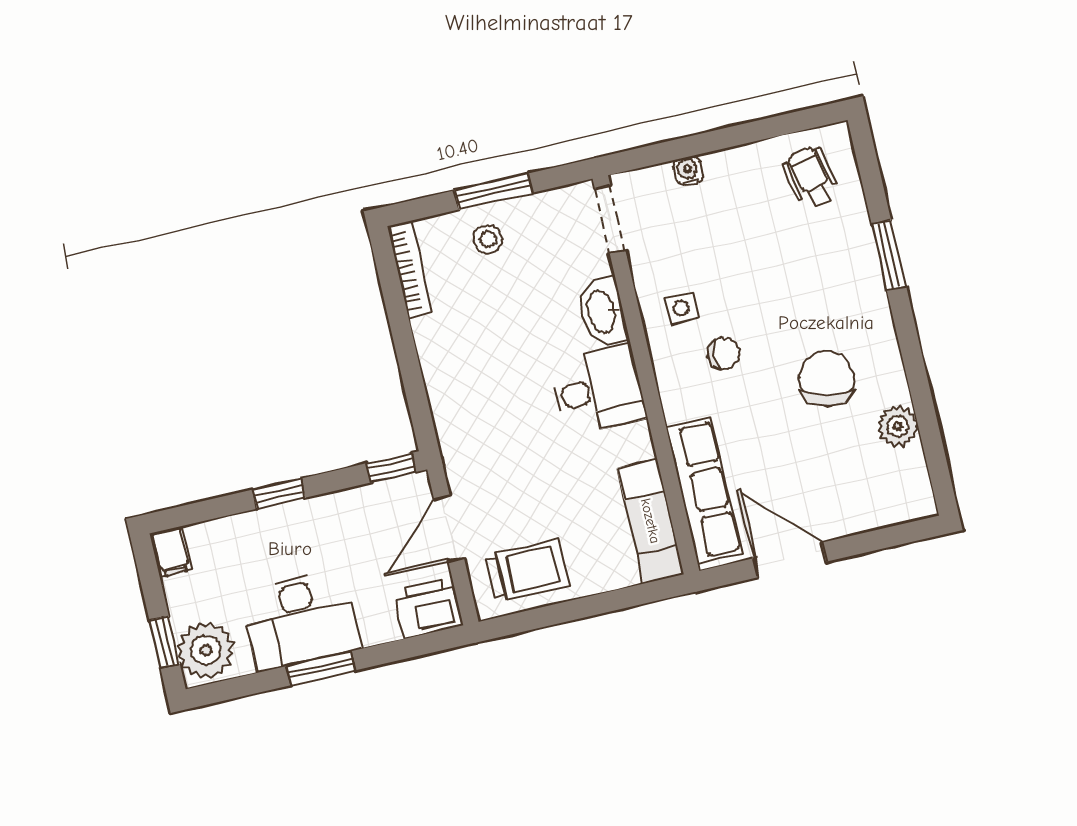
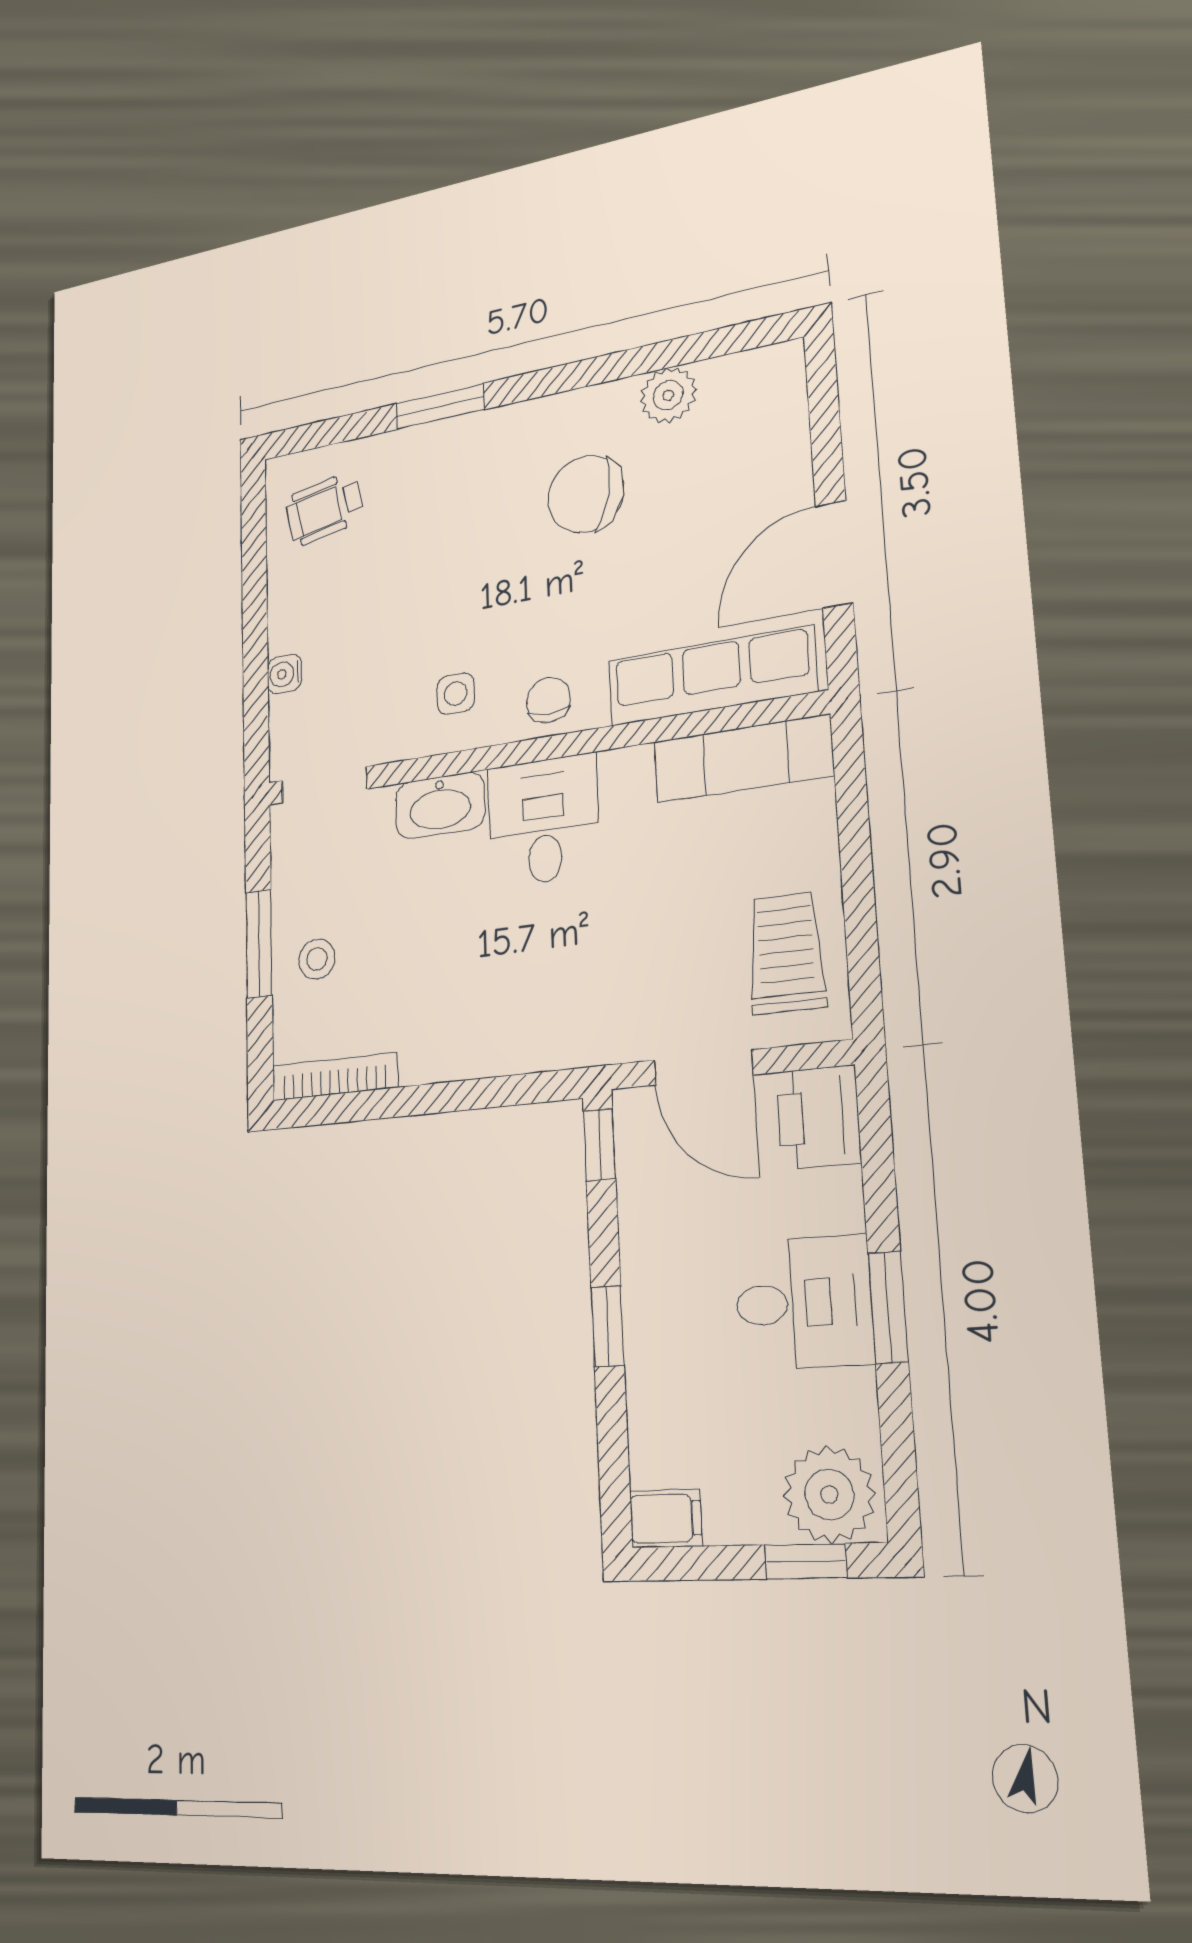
chair: (723, 353) -> (548, 700), moved
desk: (300, 620) -> (803, 1303), width x0.73

